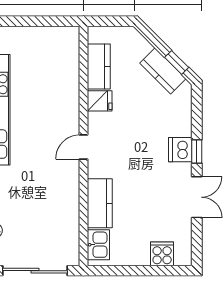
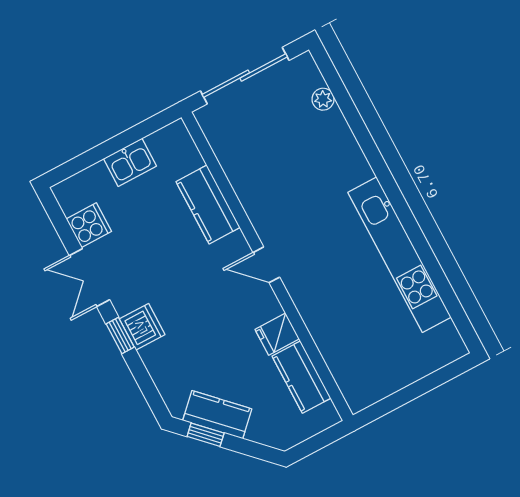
door: (84, 147) -> (266, 265), swing flipped
kitchen sink: (98, 245) -> (130, 162), moved, turned -90
cooker: (162, 254) -> (89, 225), moved, turned -90

